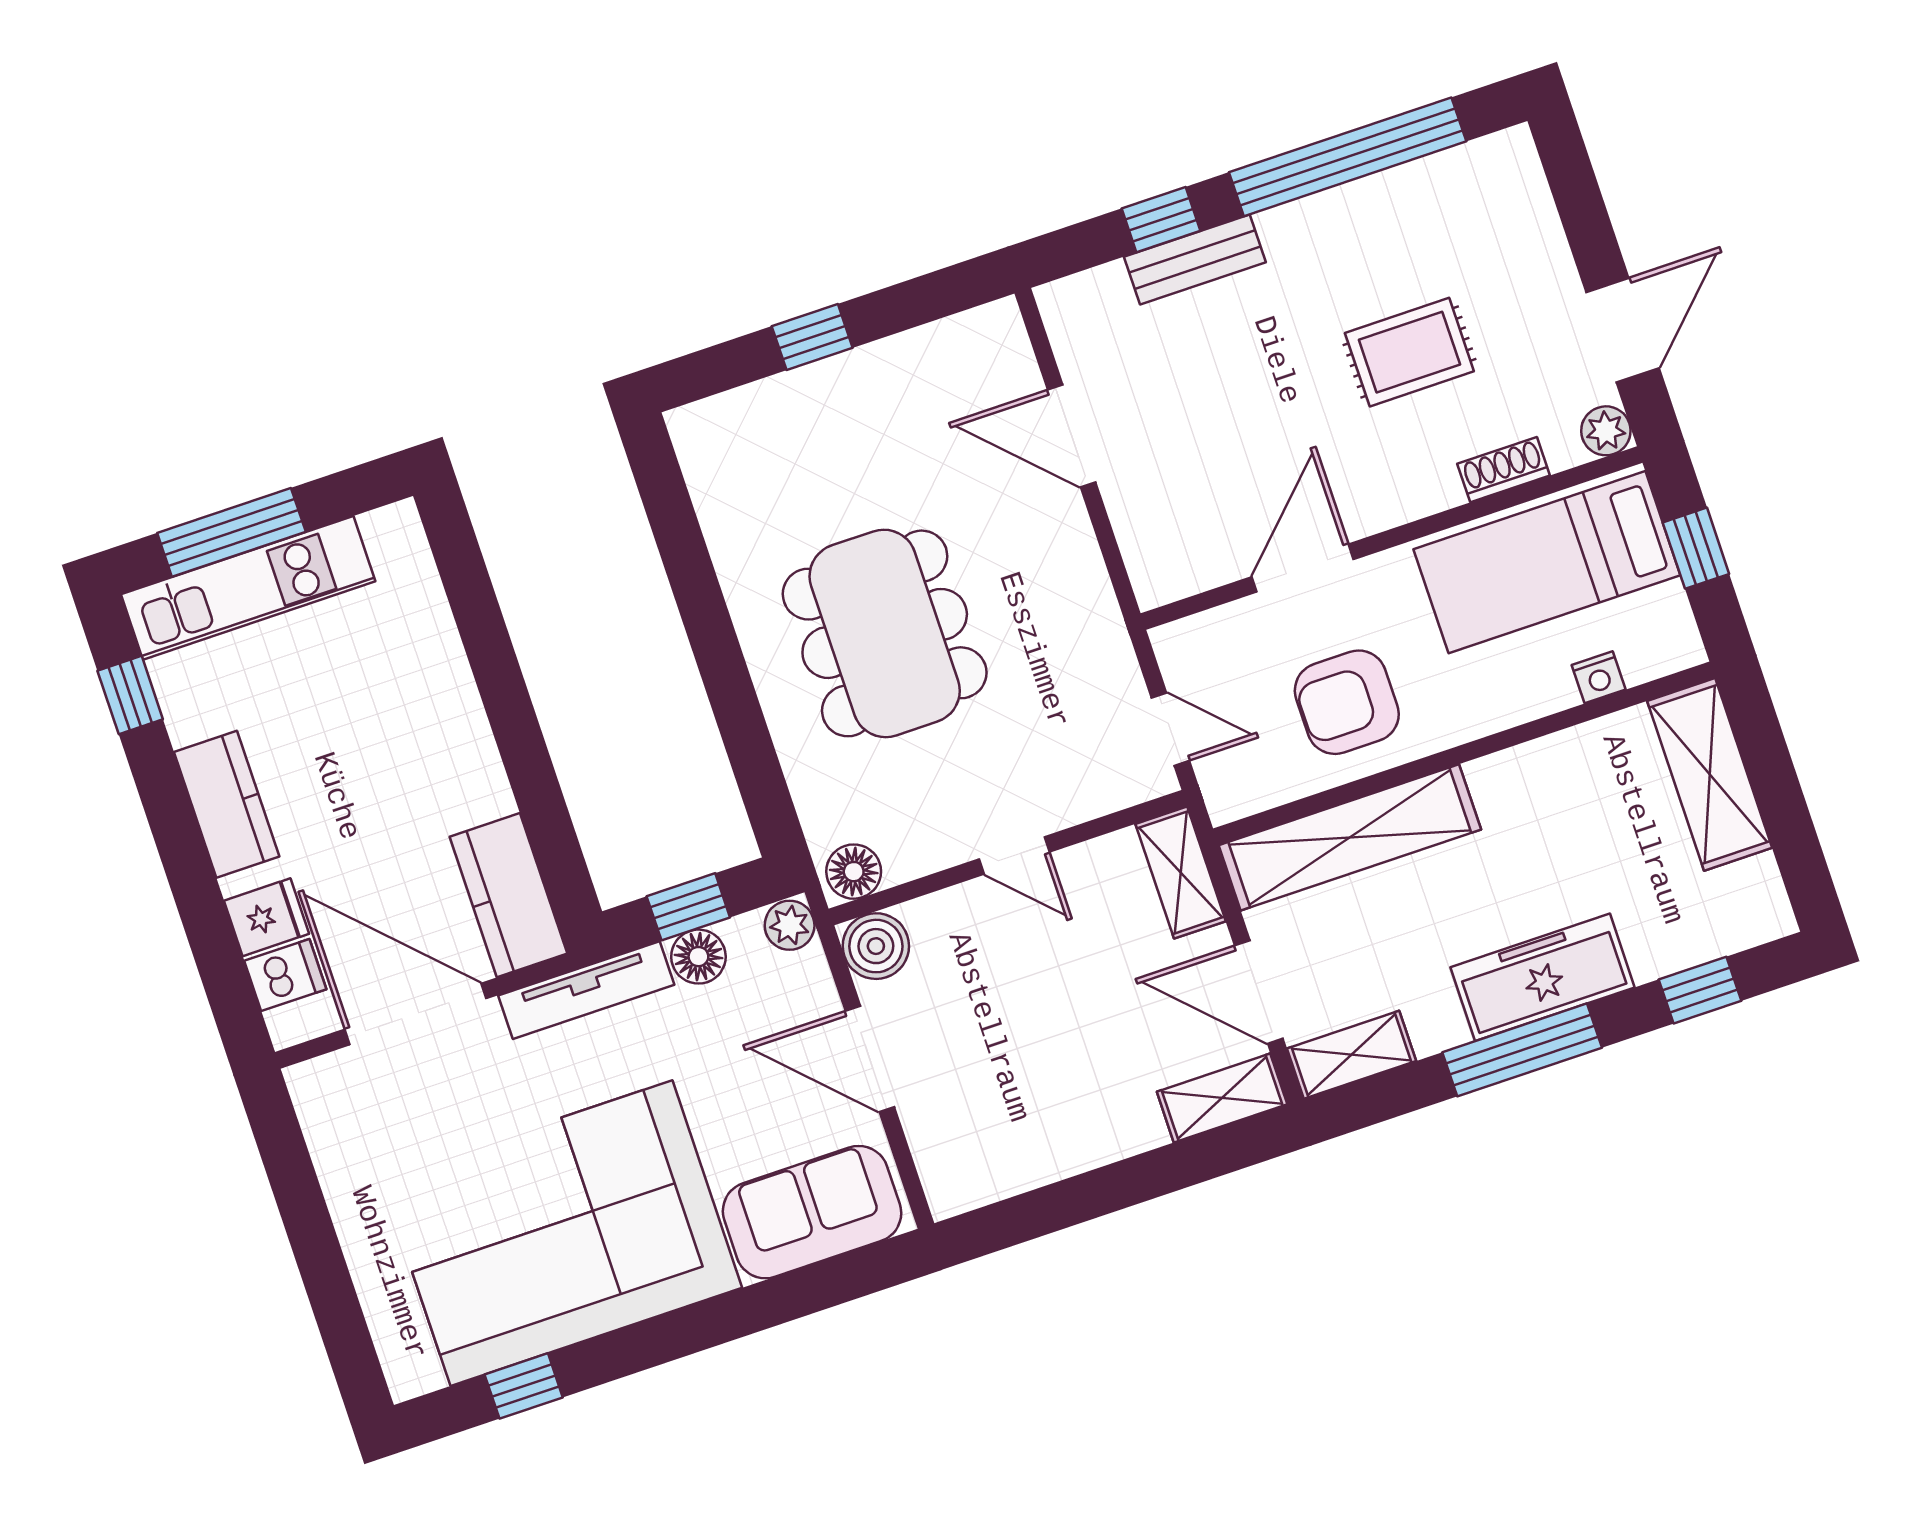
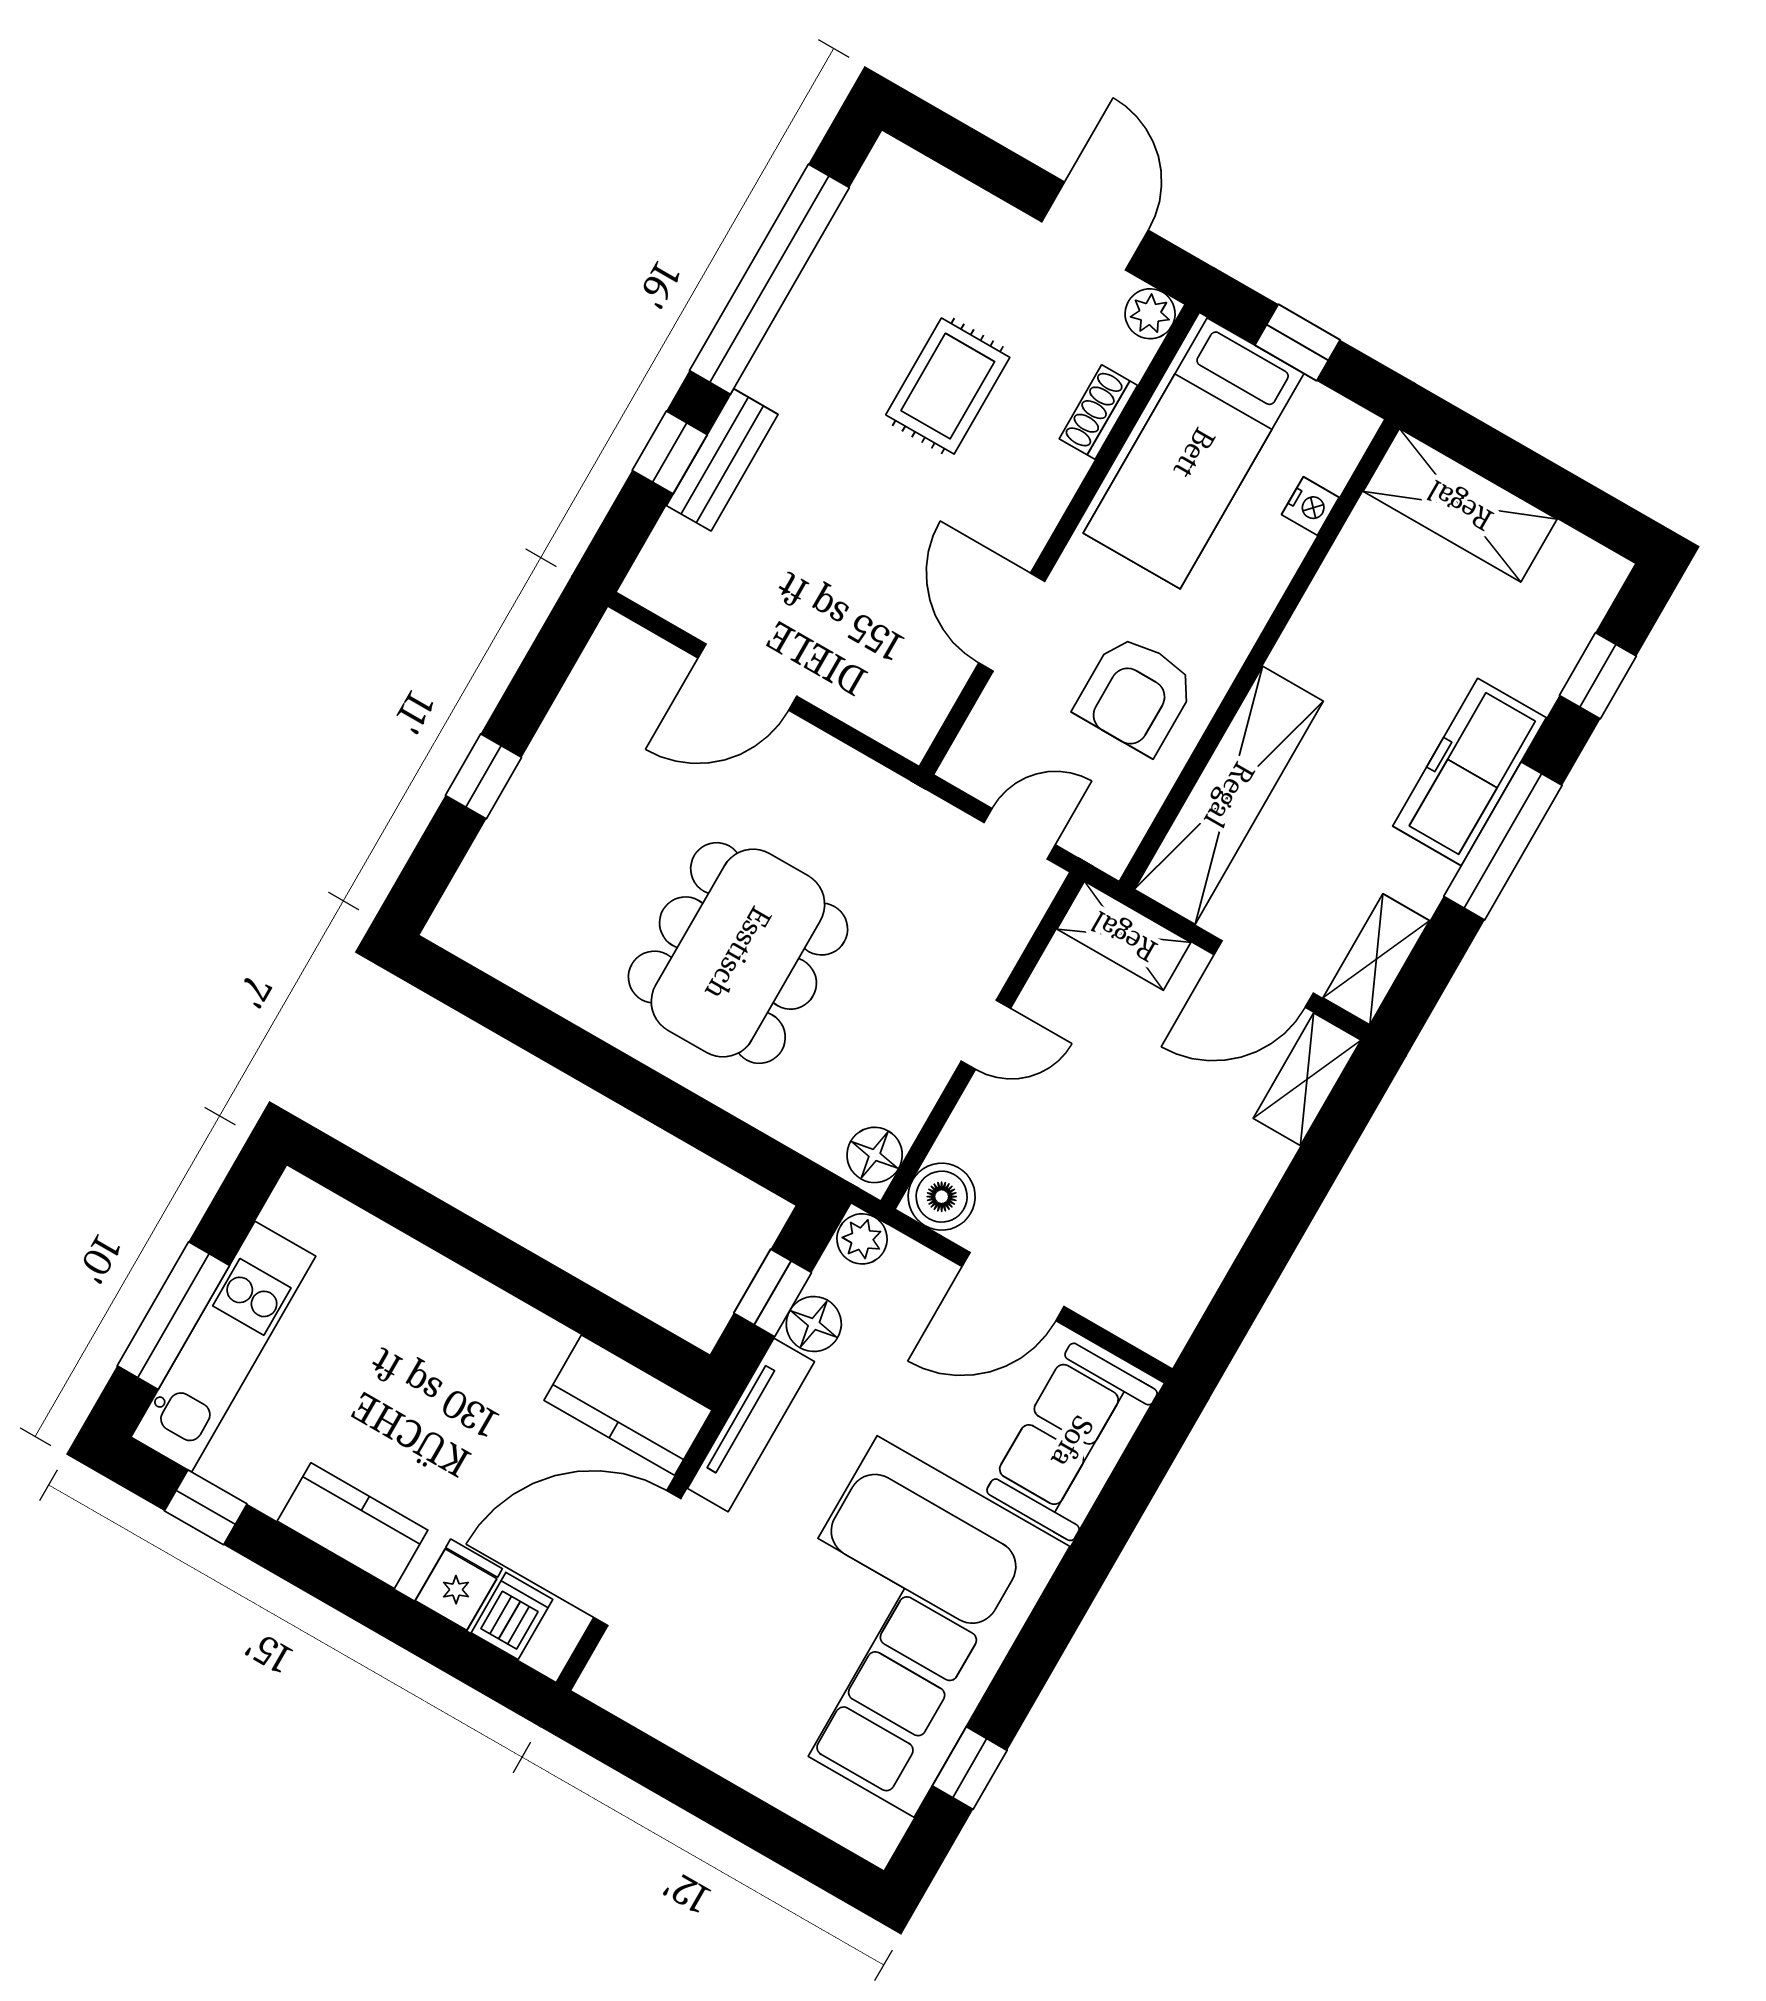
dining table: (885, 633) -> (738, 953), turned 90

